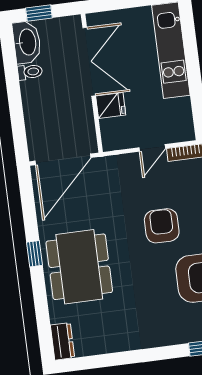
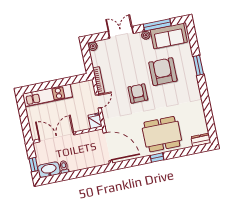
fridge: (111, 105) -> (95, 121), moved
door: (152, 148) -> (98, 101), hinge flipped
armchair: (162, 226) -> (138, 93), turned 90

